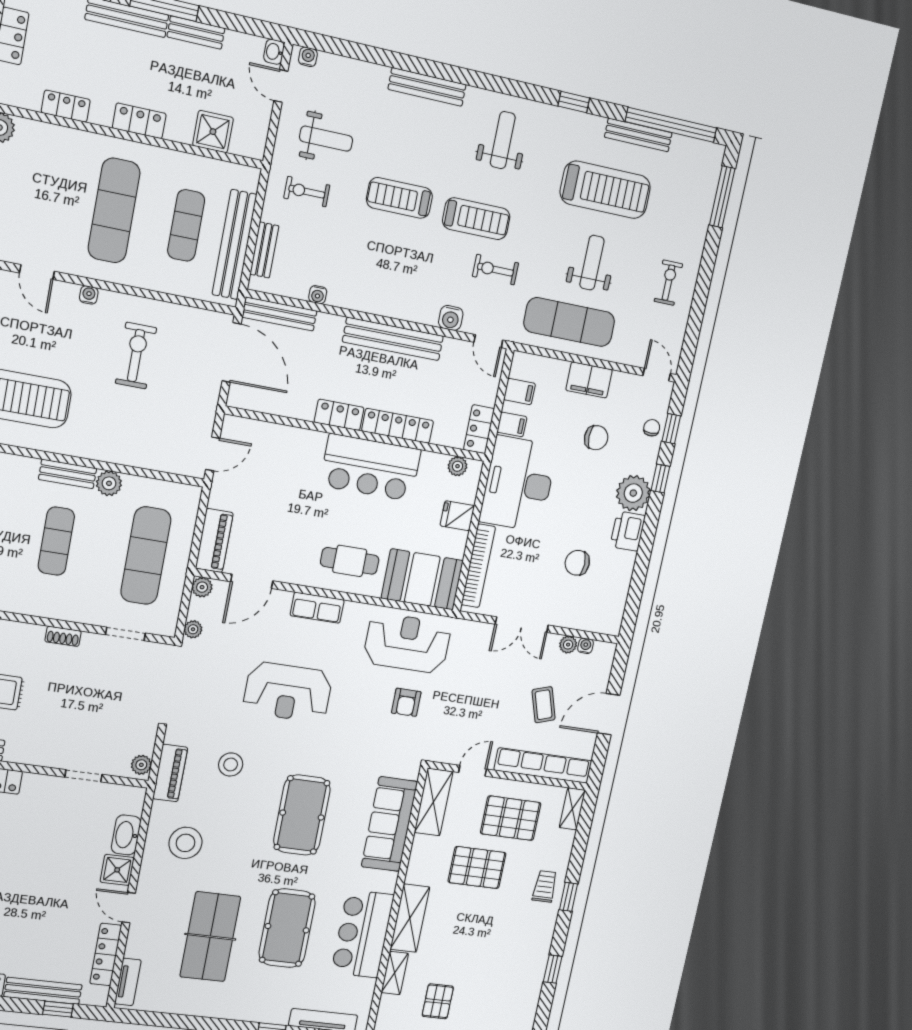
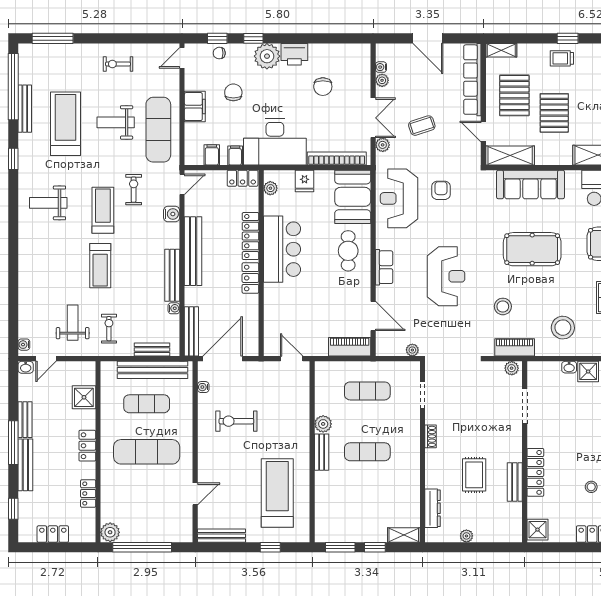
bench: (427, 87) -> (172, 275), moved
exercise bike: (307, 192) -> (109, 329), turned 180
exercise bike: (495, 270) -> (134, 190), turned 180
water cooler: (89, 295) -> (203, 387), moved
exercise mat: (146, 556) -> (367, 391), width x0.73, depth x0.69
plant: (202, 587) -> (383, 145), moved
armchair: (406, 702) -> (441, 190), turned -90
coffee table: (544, 705) -> (422, 126), moved
doorway: (83, 776) -> (525, 406), width x1.38
washbasin: (126, 835) -> (569, 367), width x0.52, depth x0.69

